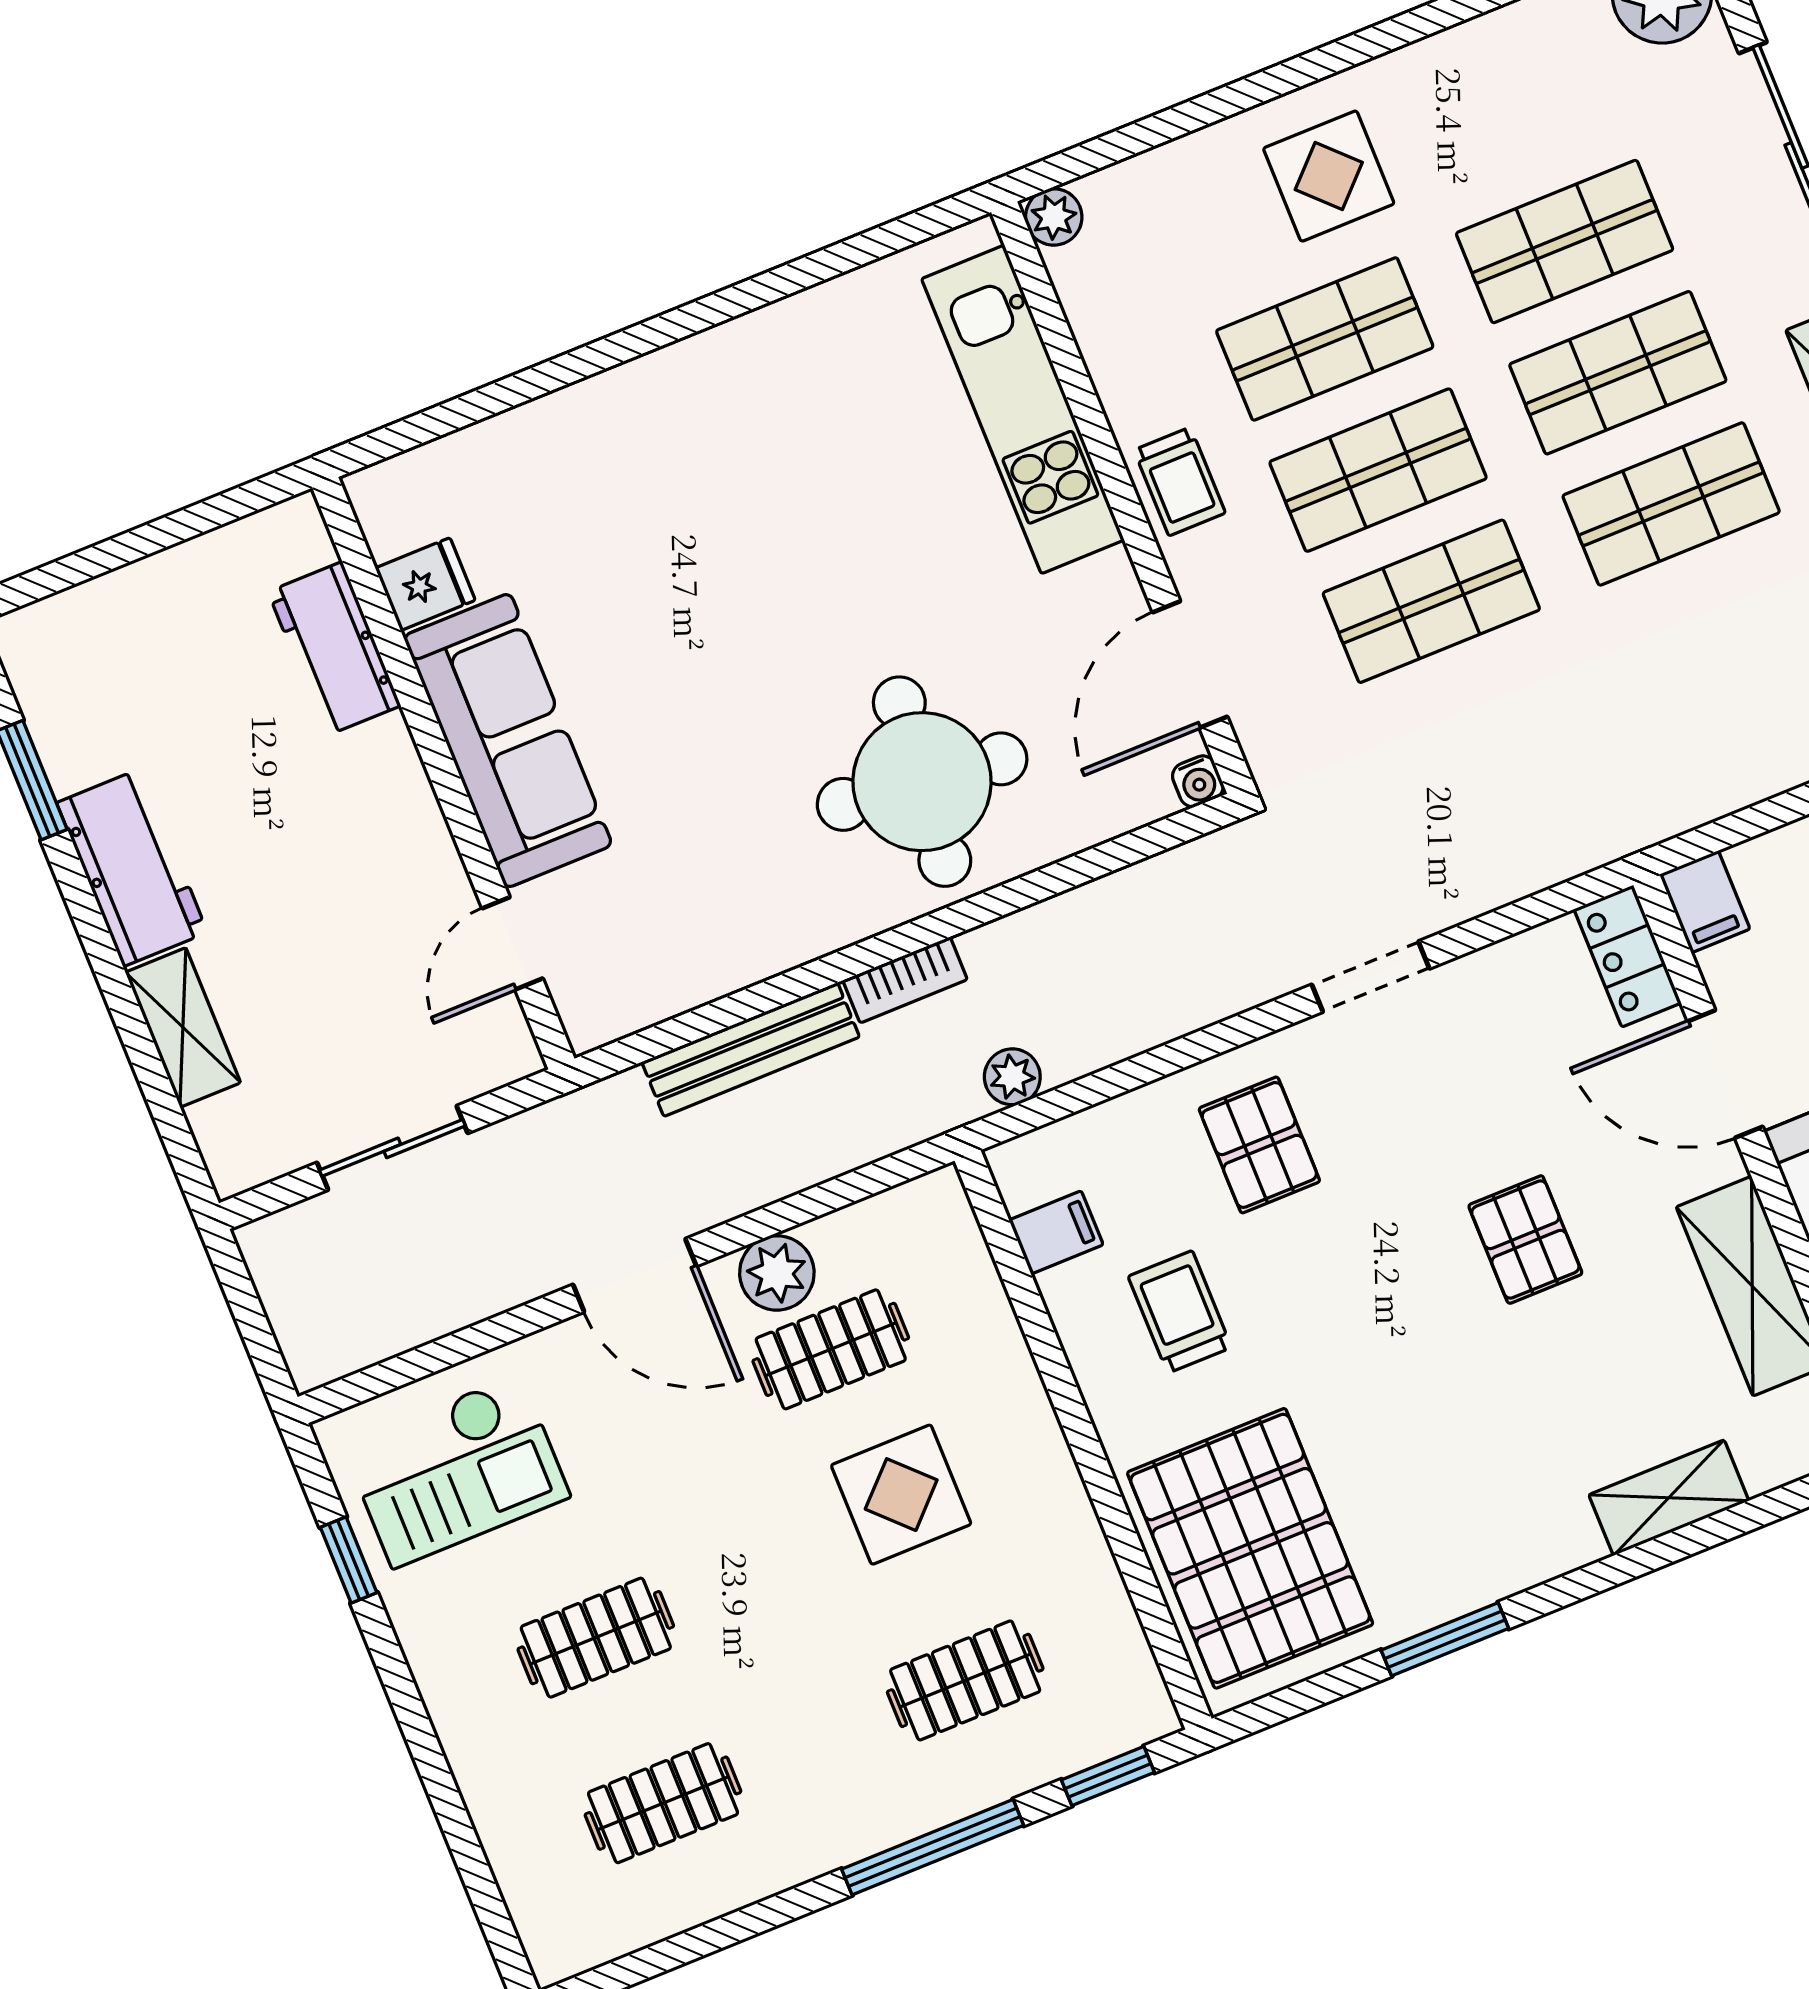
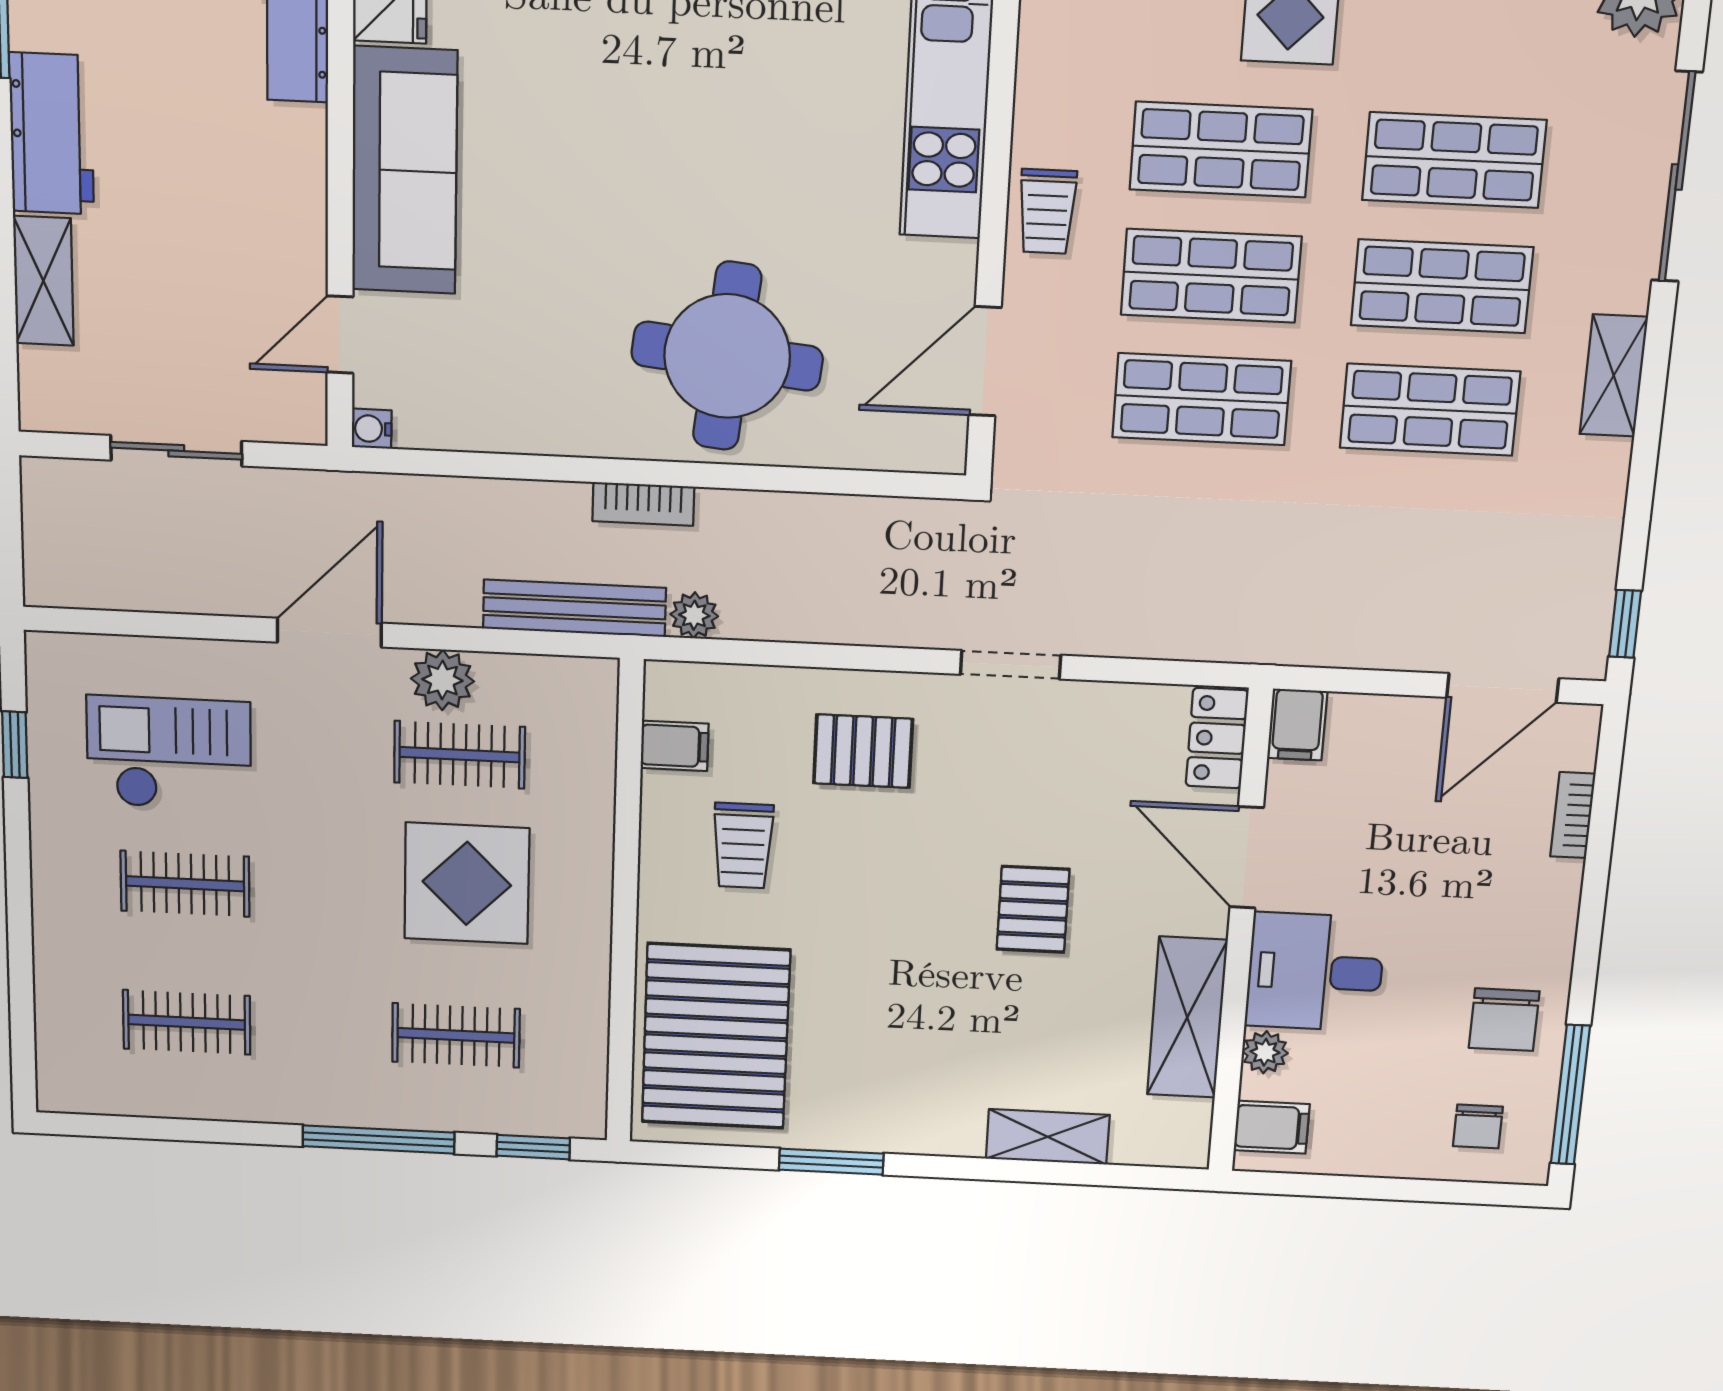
water cooler: (1198, 781) -> (372, 429), moved, turned 90
bench: (751, 1049) -> (574, 608), moved
pallet: (1259, 1145) -> (863, 751), turned 90
door: (635, 1275) -> (329, 633), swing flipped
trolley: (1180, 1312) -> (743, 846), turned 180
checkout: (456, 1471) -> (169, 753), moved, turned 180
display table: (901, 1495) -> (467, 883), width x1.36, depth x1.36

